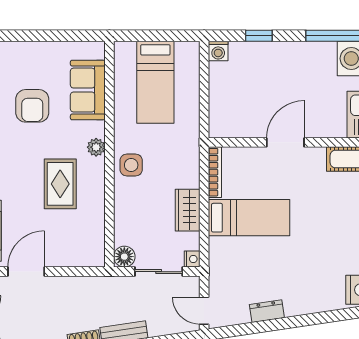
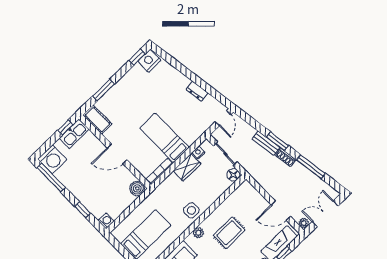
boiler: (221, 126) -> (137, 188), added
nightstand: (192, 259) -> (198, 152), moved

